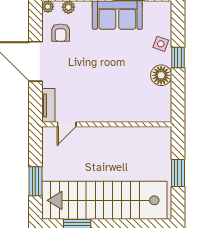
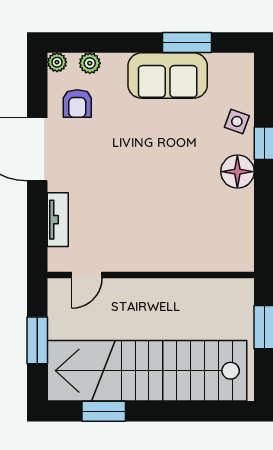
door: (67, 124) -> (87, 275), moved
wall: (107, 124) -> (151, 275), moved

